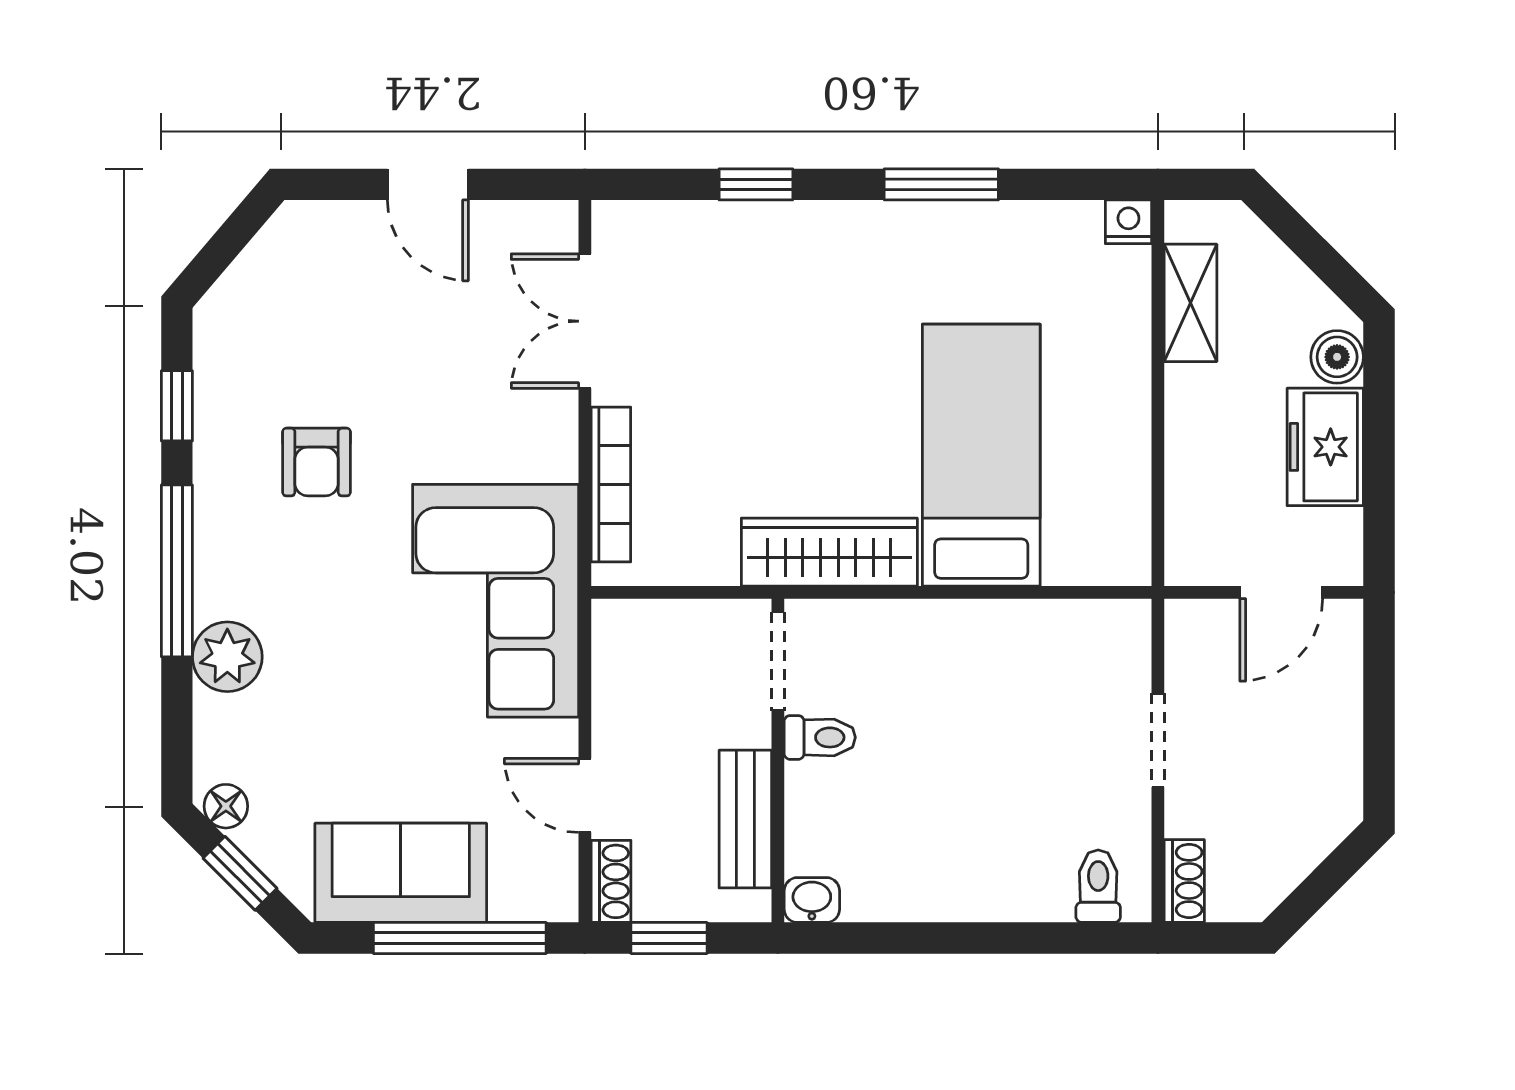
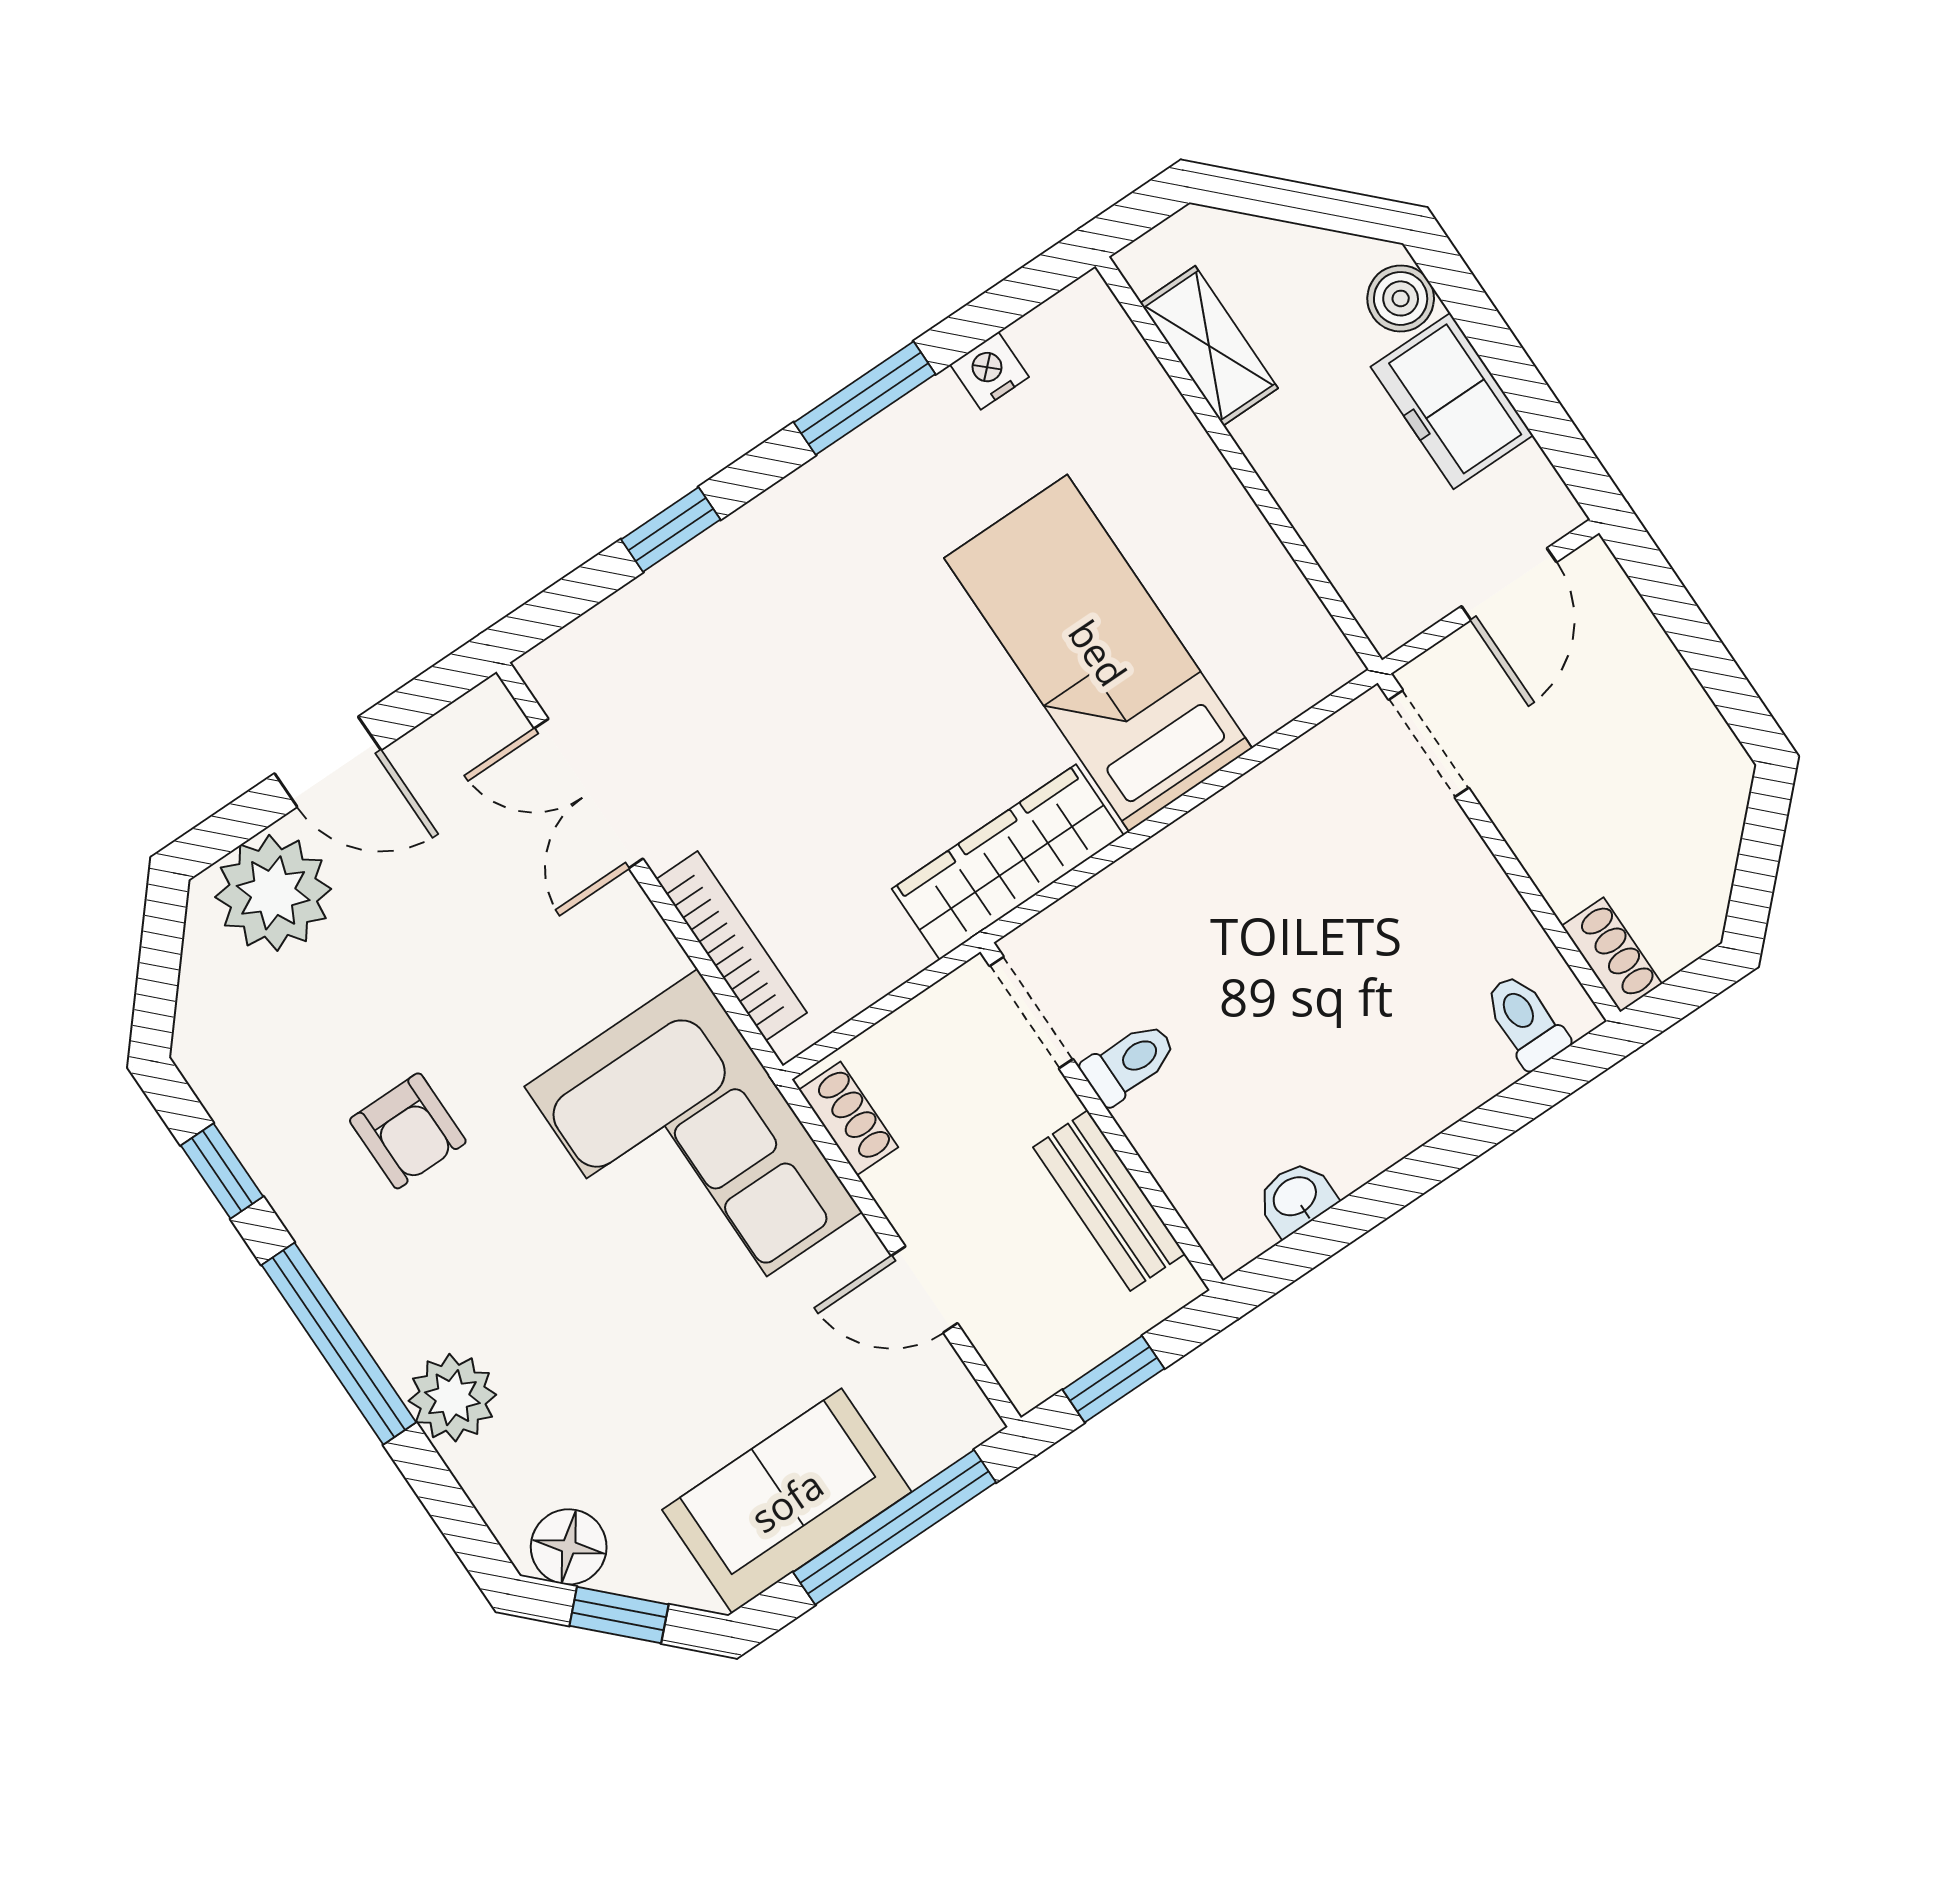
nightstand: (1128, 222) -> (989, 371), moved
plant: (334, 246) -> (273, 893), added
doorway: (1158, 740) -> (1429, 744), moved
floor lamp: (226, 806) -> (569, 1547), width x1.37, depth x1.37
shoe rack: (611, 881) -> (848, 1118), moved
washbasin: (812, 900) -> (1296, 1198), moved

